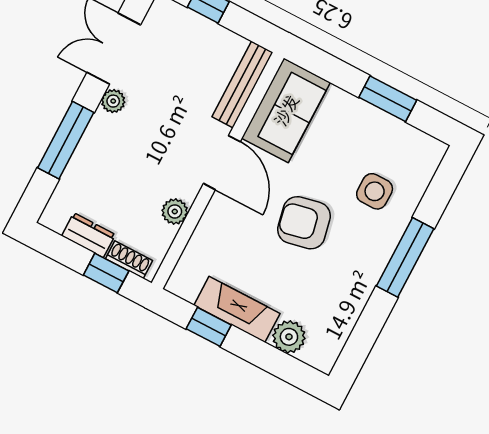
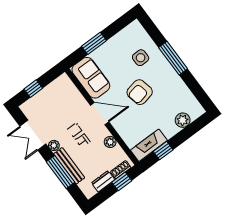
bench: (242, 85) -> (69, 166), moved
window: (388, 99) -> (94, 43), moved
fireplace: (237, 309) -> (149, 145), moved

